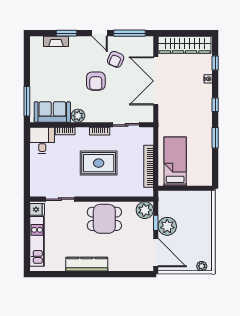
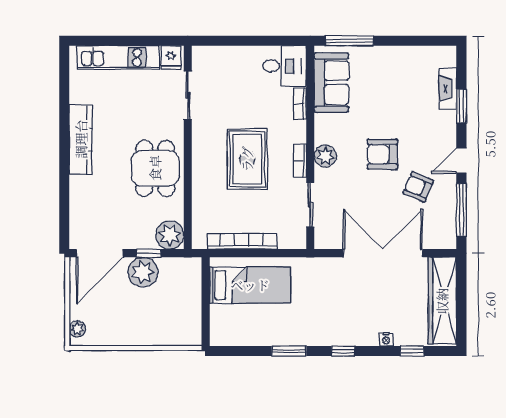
plant: (78, 116) -> (325, 156), moved

